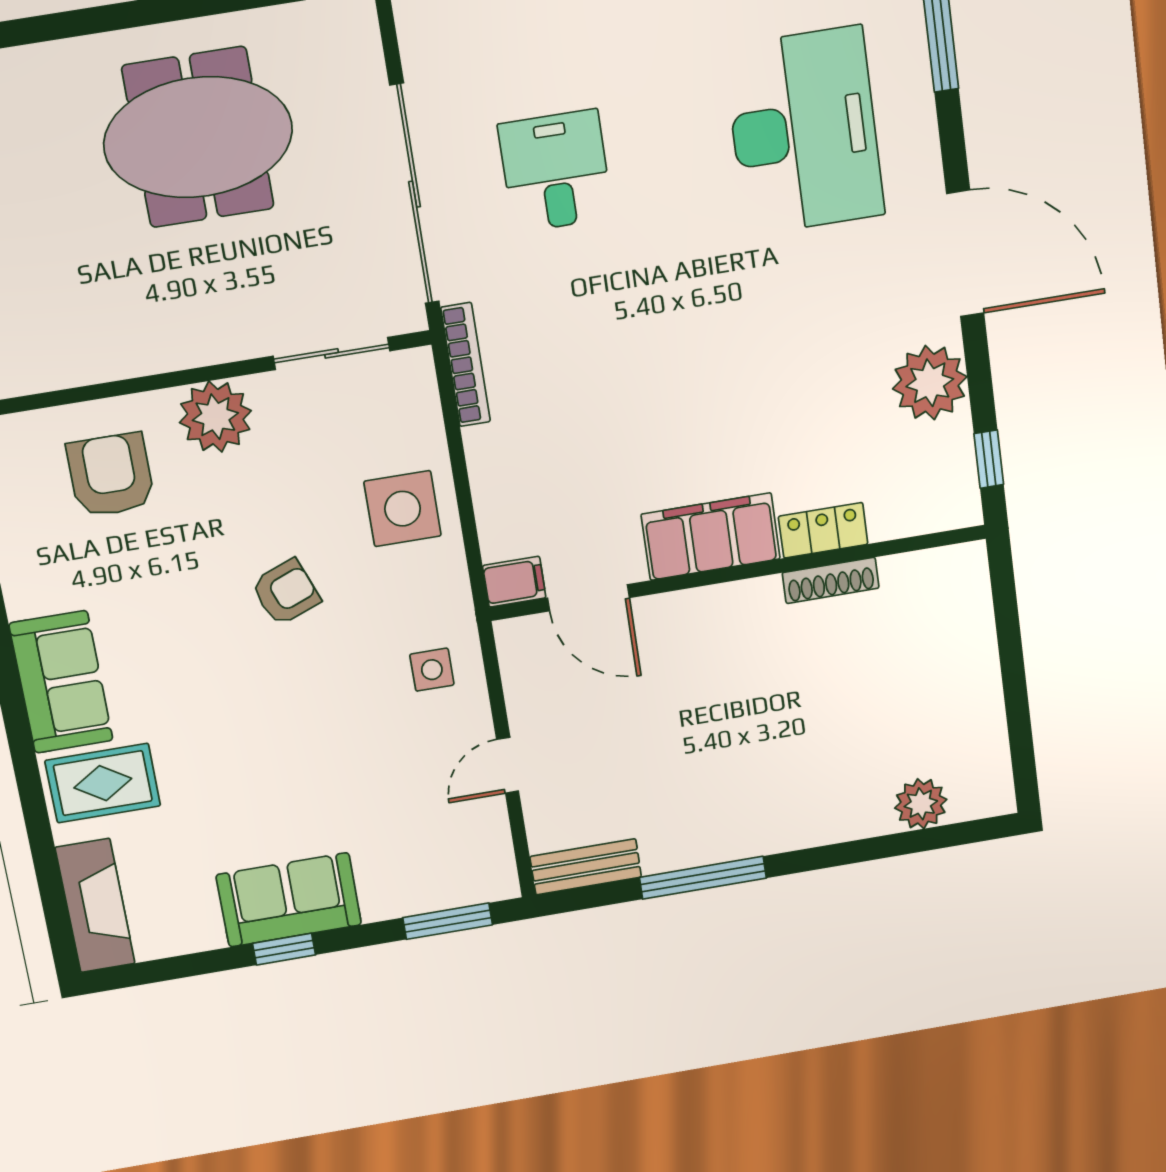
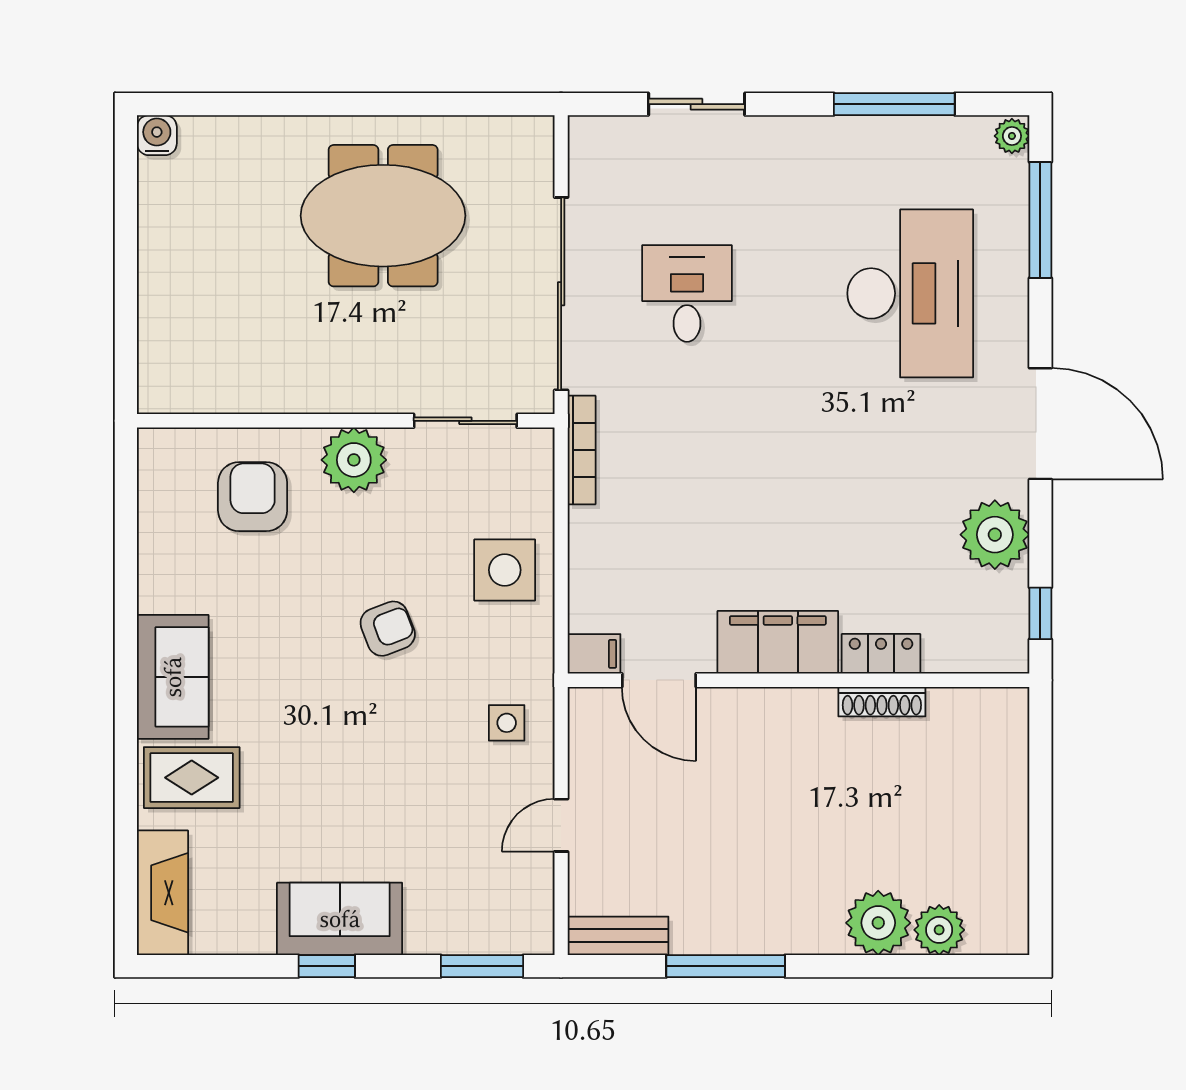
plant: (856, 807) -> (878, 923), added

